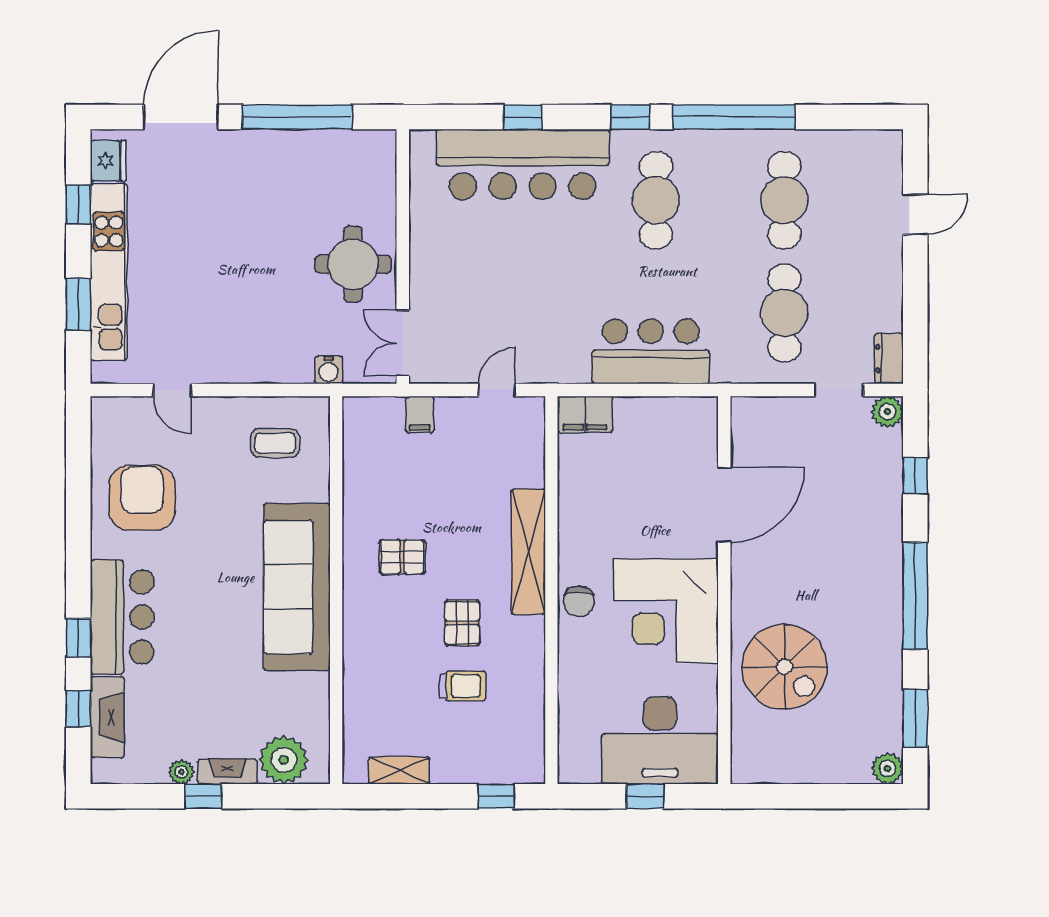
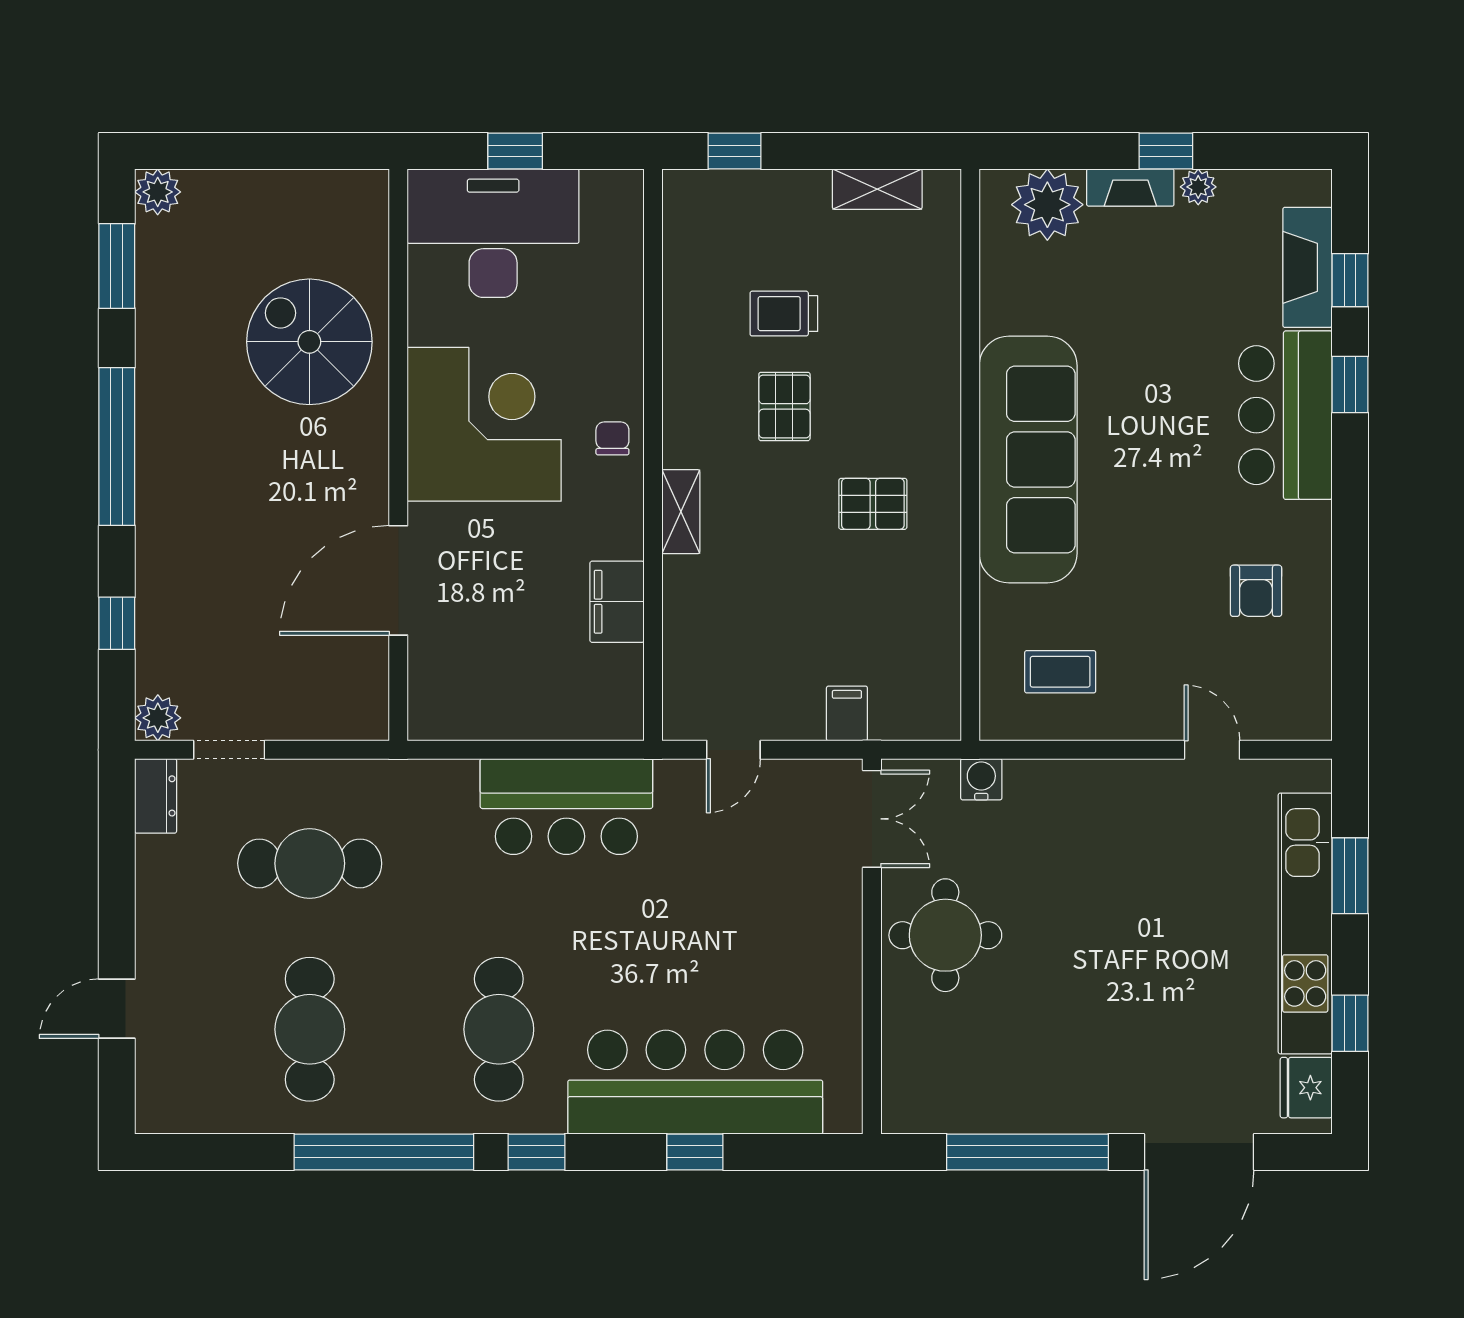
cafe table: (784, 313) -> (310, 863), turned 90
bar counter: (651, 351) -> (566, 807), moved
filing cabinet: (585, 414) -> (617, 602), moved, turned -90
armchair: (142, 498) -> (1256, 591), width x0.53, depth x0.53
shelving: (528, 552) -> (681, 512), width x0.45, depth x0.75
chair: (579, 601) -> (612, 438), width x0.73, depth x0.73

